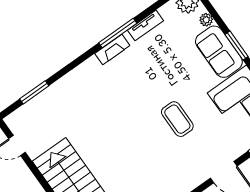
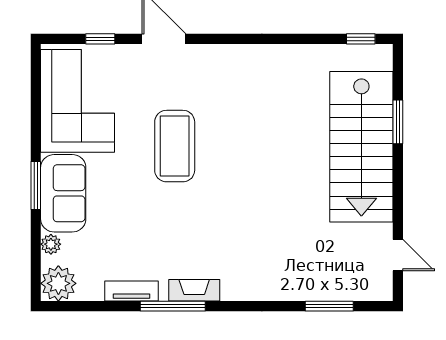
coffee table: (177, 119) -> (175, 146), width x1.36, depth x1.32

